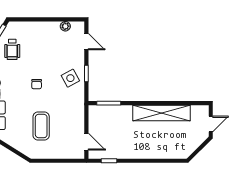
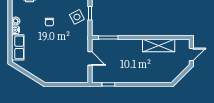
shelving: (161, 113) -> (159, 45), width x0.68
coffee table: (41, 126) -> (53, 56), removed
door: (86, 142) -> (90, 58), moved

